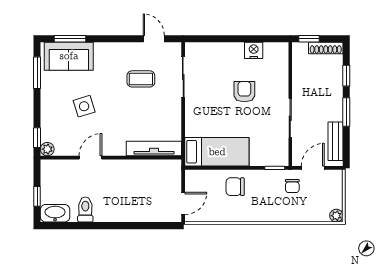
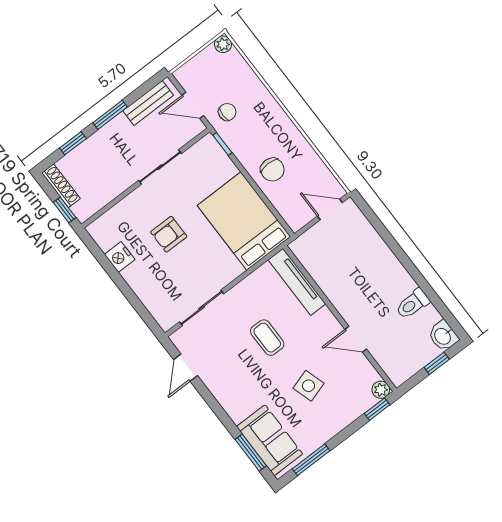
coffee table: (141, 79) -> (267, 338), moved
bed: (217, 152) -> (244, 221), width x1.50
washbasin: (55, 213) -> (443, 336), width x0.72

